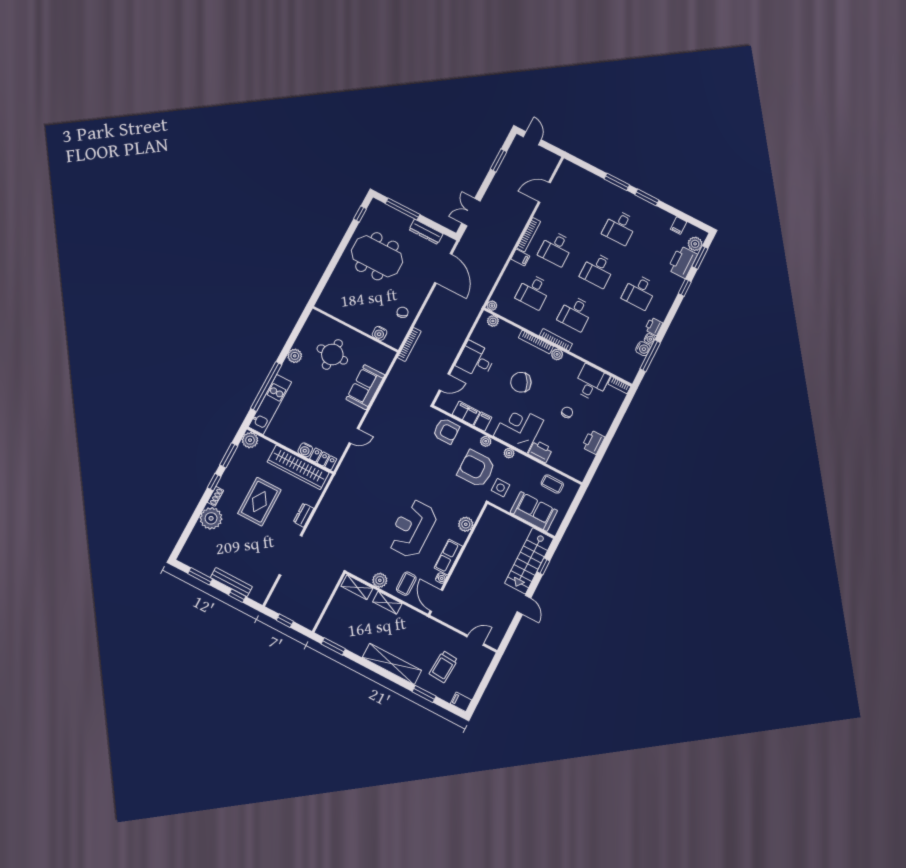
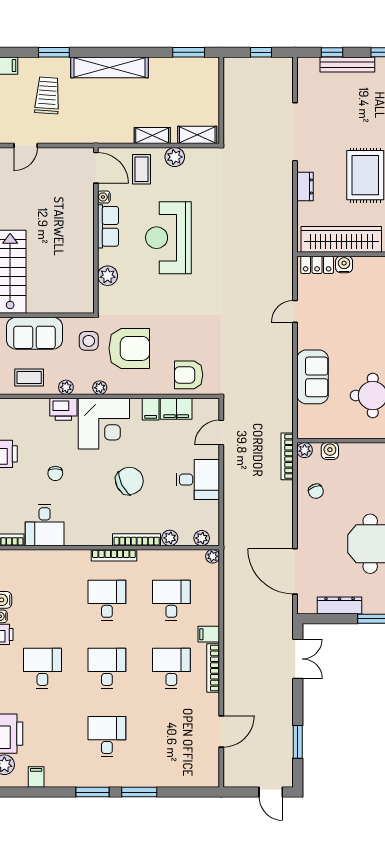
plant: (396, 343) -> (305, 450), added
plant: (557, 354) -> (170, 538), moved
plant: (486, 441) -> (66, 387), moved
reception desk: (412, 528) -> (168, 238), turned 180

